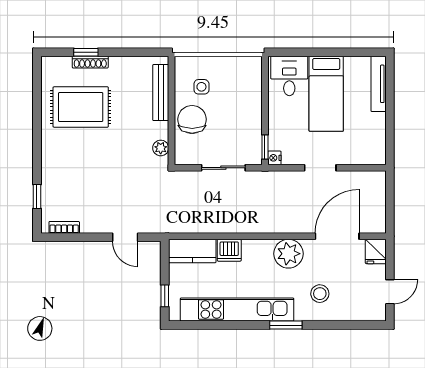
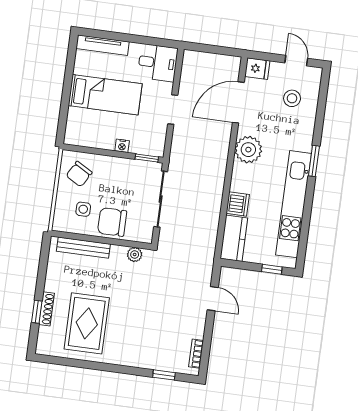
desk: (289, 76) -> (158, 63), moved, turned 180
chair: (238, 77) -> (79, 174), added
nightstand: (274, 158) -> (122, 146), moved
sliding door: (223, 168) -> (161, 199), width x1.37
door: (337, 236) -> (238, 102), hinge flipped
door: (125, 237) -> (213, 299), hinge flipped
stool: (320, 294) -> (292, 98), moved

